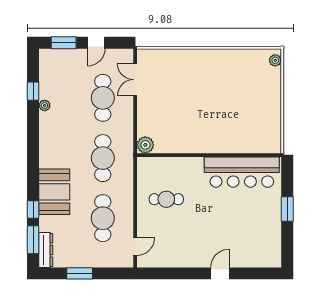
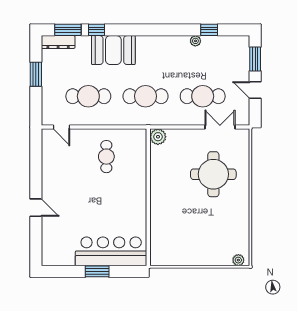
round table: (185, 87) -> (213, 174), added
bar counter: (242, 172) -> (111, 251), moved, turned 90

